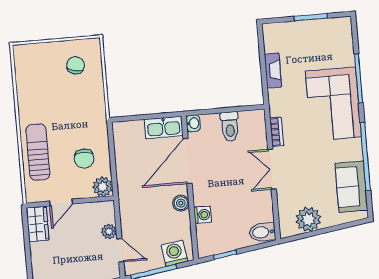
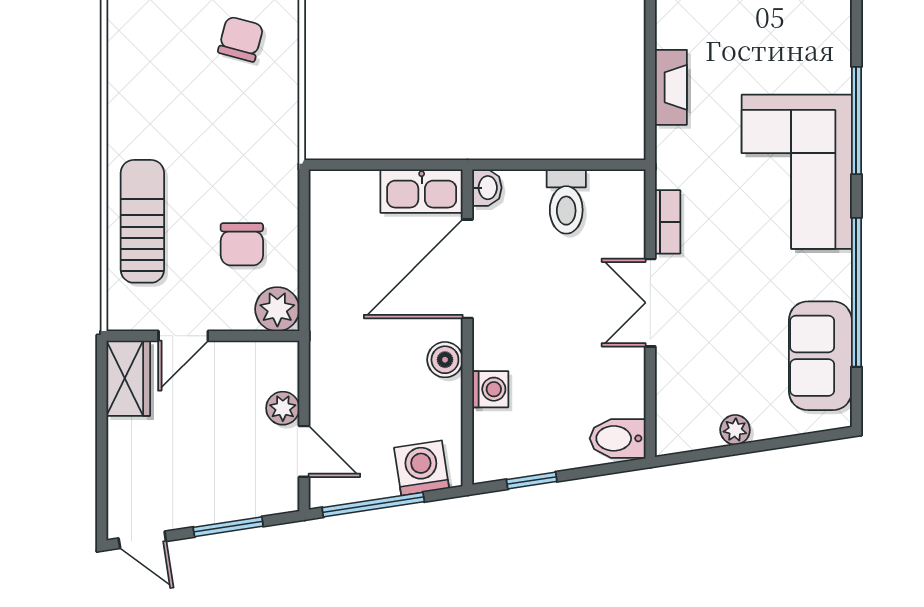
plant: (308, 219) -> (735, 430), width x0.53, depth x0.53

